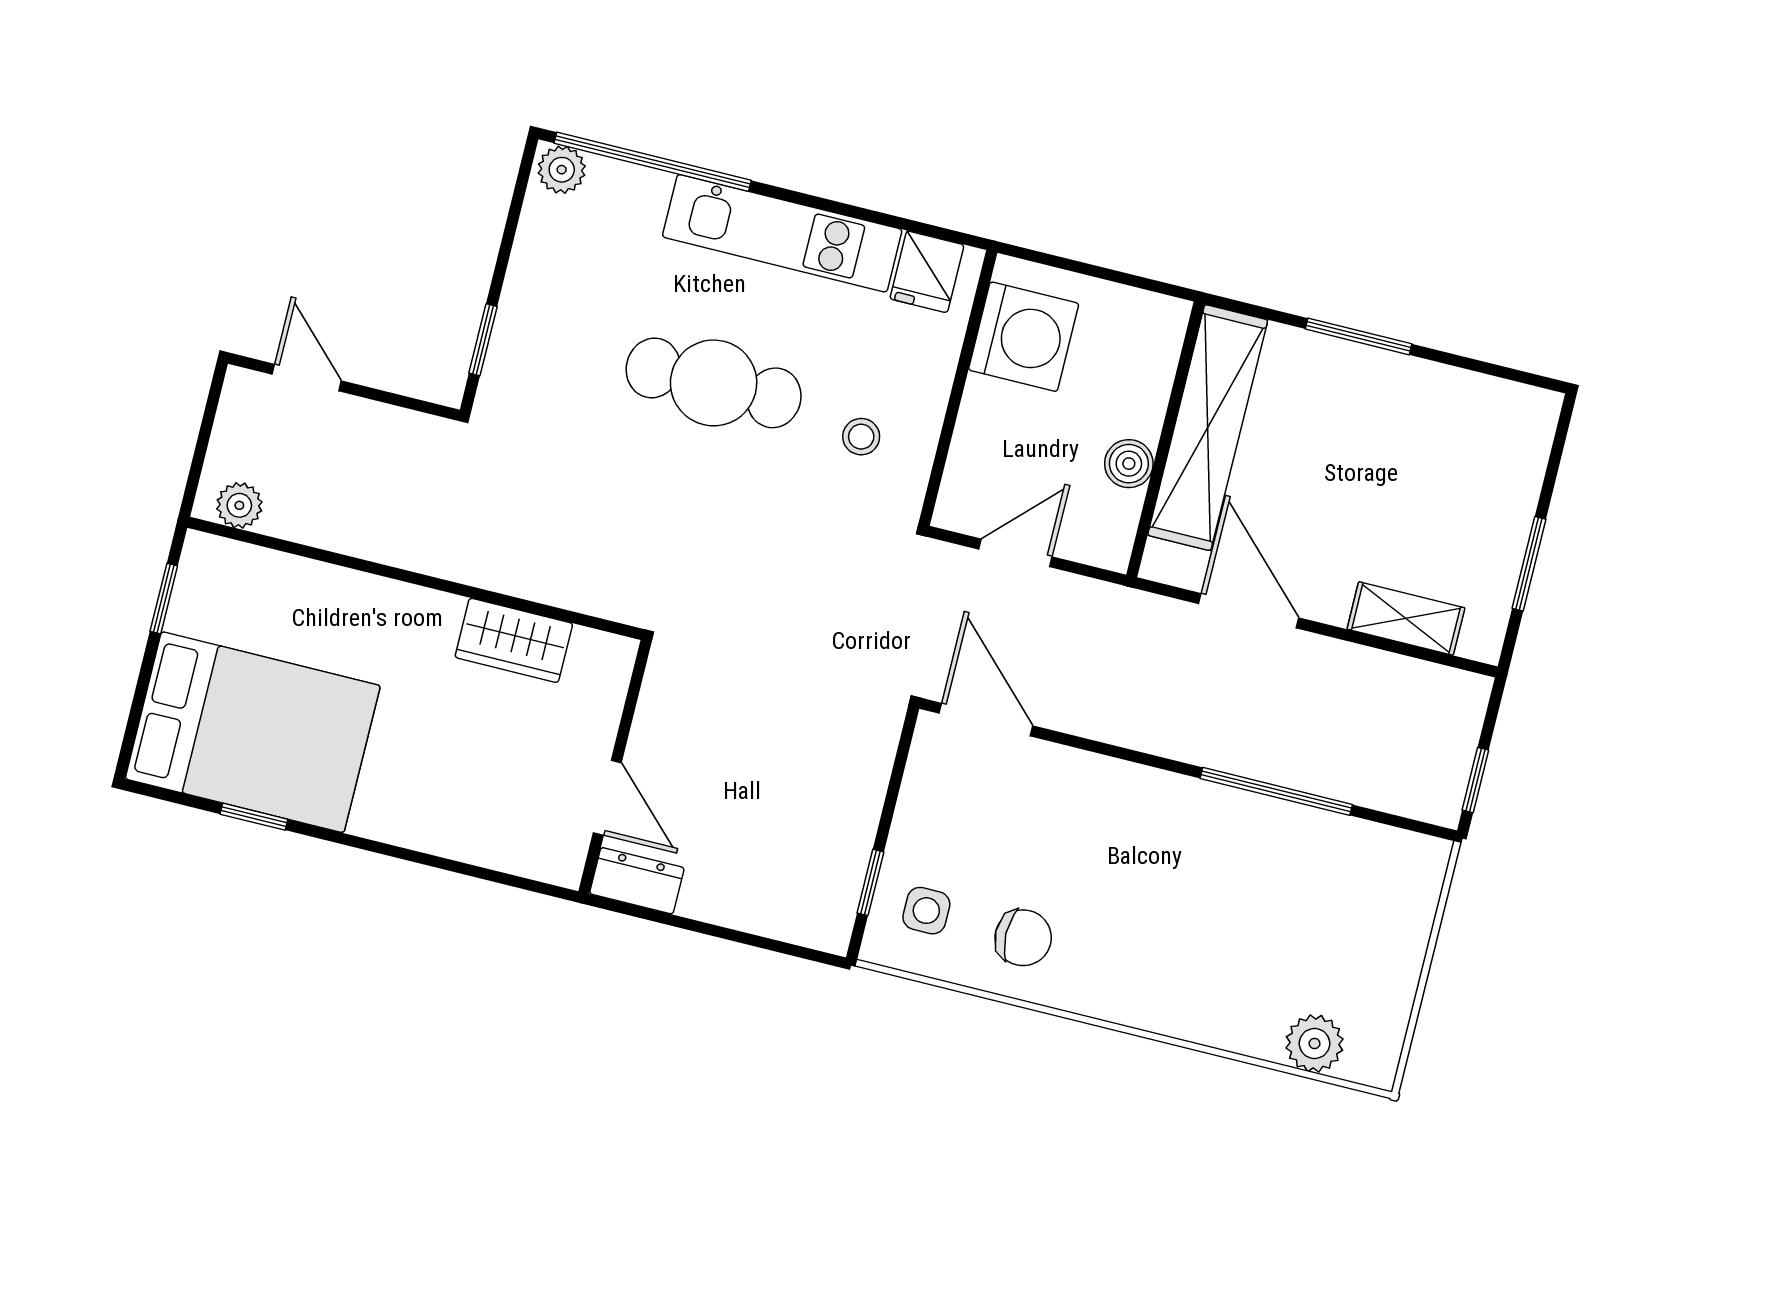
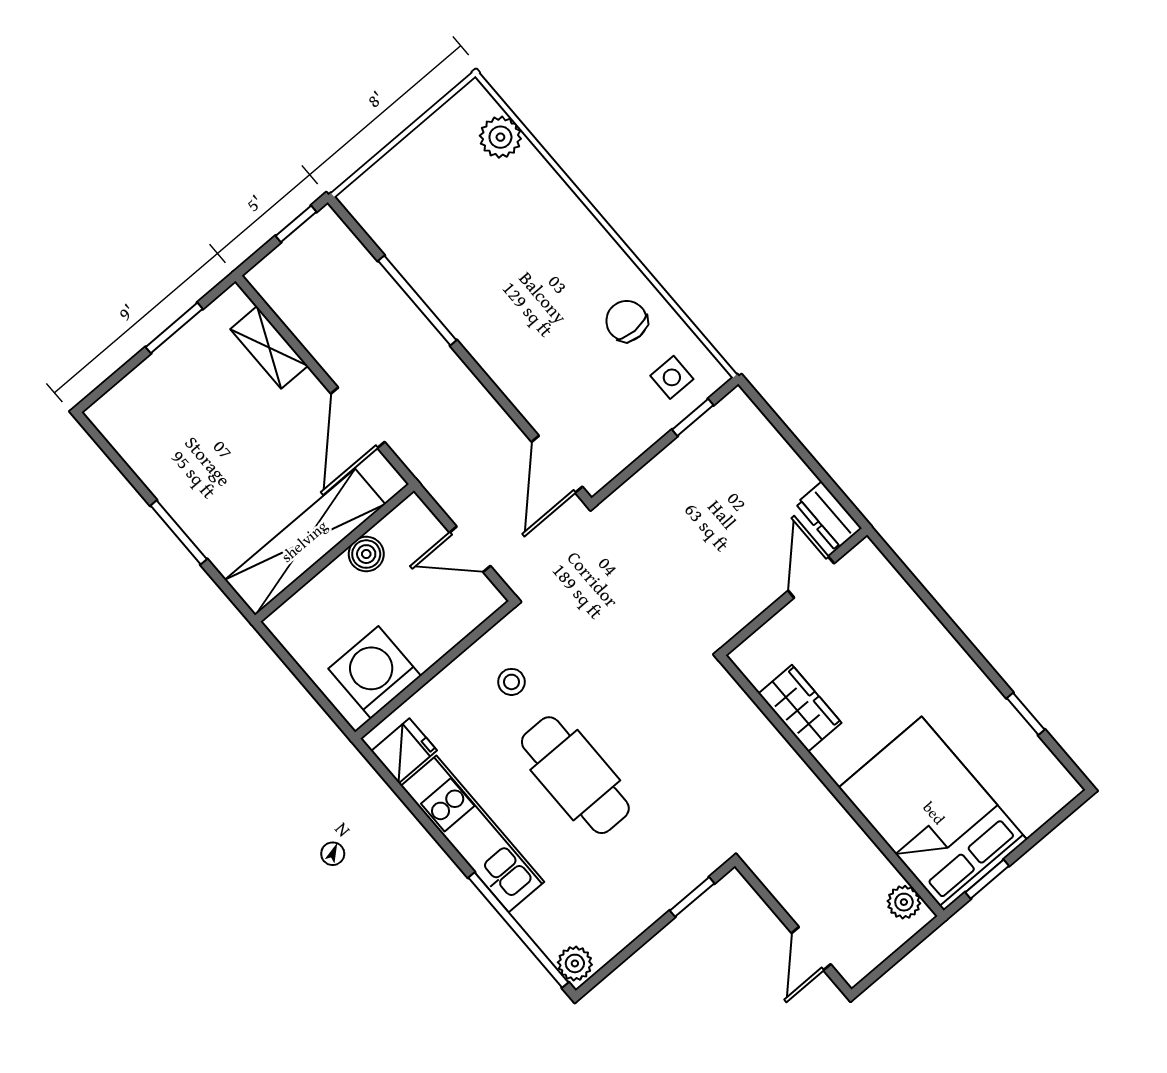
bed: (253, 732) -> (933, 814), moved

